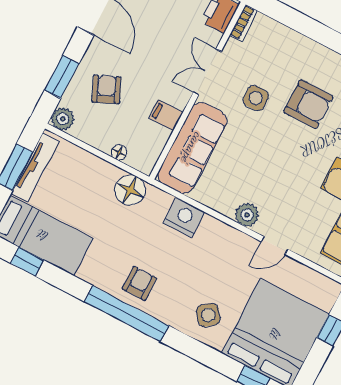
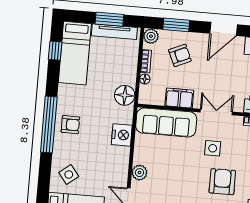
armchair: (308, 104) -> (222, 182), turned 180
filing cabinet: (166, 115) -> (179, 98), width x2.00
bookcase: (95, 141) -> (146, 61), added

